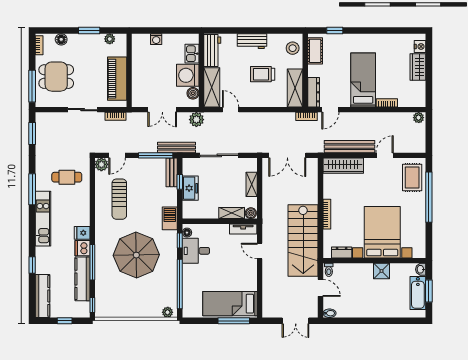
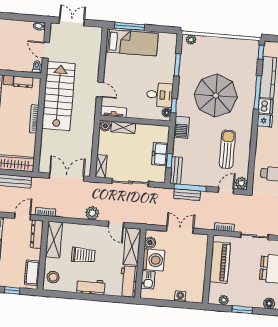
plant: (196, 120) -> (92, 213), moved
bench: (177, 147) -> (187, 195), moved, width x0.73
shelving: (252, 184) -> (101, 166), moved
window: (180, 284) -> (177, 65), width x0.47

